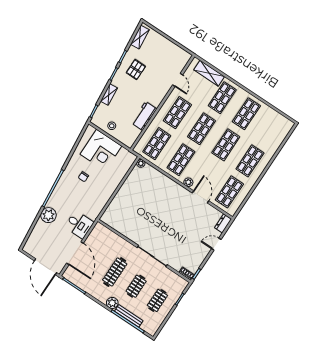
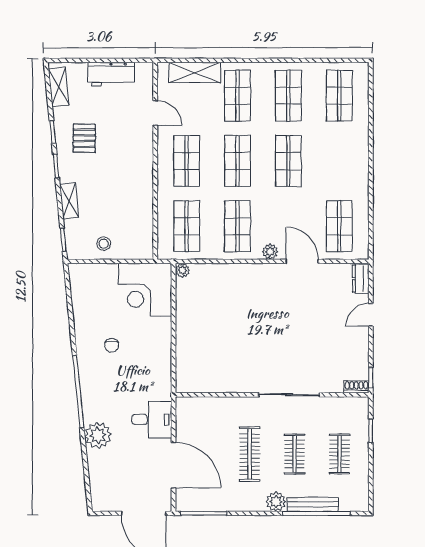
workbench: (144, 116) -> (111, 74), moved, turned -90
corner desk: (101, 150) -> (145, 290), moved, turned 90
shop shelf: (250, 161) -> (339, 96), moved

